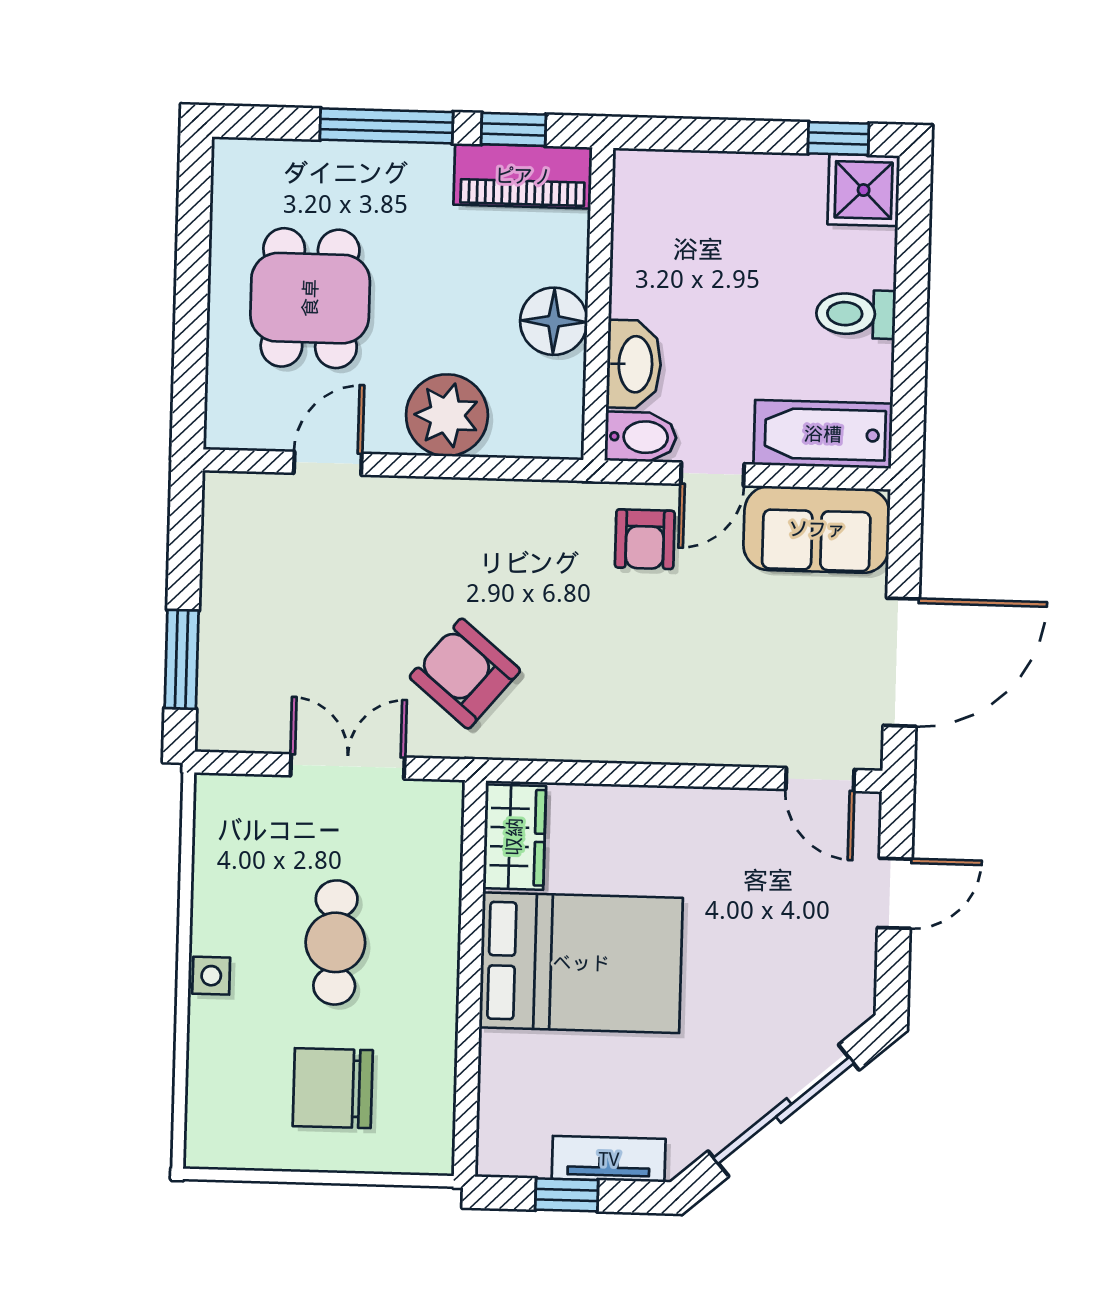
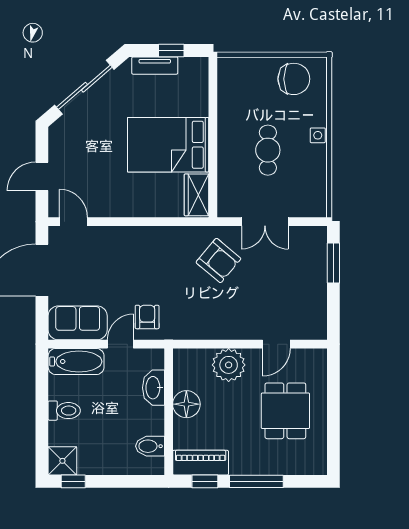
bidet: (641, 437) -> (150, 446), moved
chair: (333, 1088) -> (294, 79), moved

